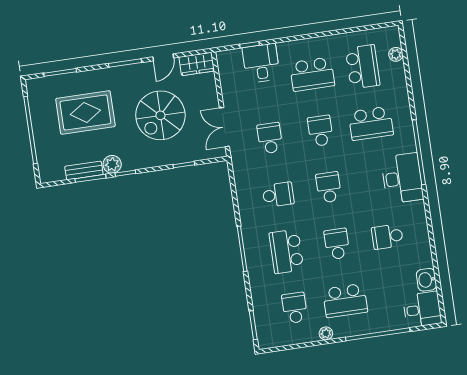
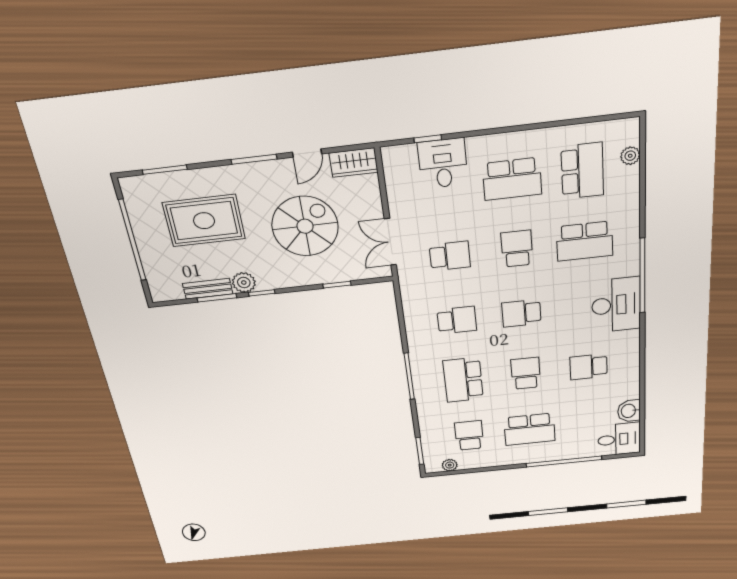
spiral stairs: (160, 115) -> (305, 226), turned 180
school desk: (270, 138) -> (450, 256), turned 90
school desk: (329, 187) -> (521, 313), turned -90
plant: (326, 333) -> (450, 465), moved

